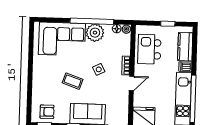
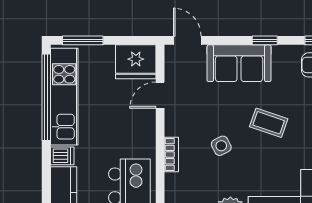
door: (132, 83) -> (160, 95), moved

